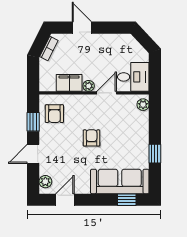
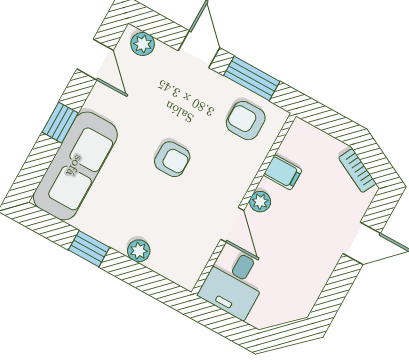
filing cabinet: (69, 83) -> (283, 172), width x0.50
plant: (143, 105) -> (139, 251), moved
window: (33, 122) -> (252, 78), width x1.50
window: (127, 200) -> (60, 123), moved

